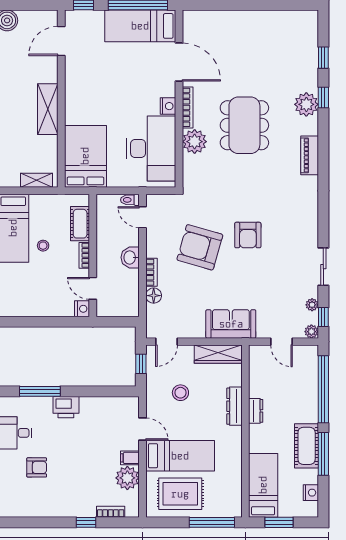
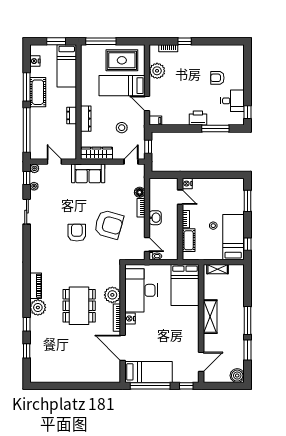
plant: (306, 104) -> (38, 307), moved
filing cabinet: (130, 458) -> (155, 121), moved

